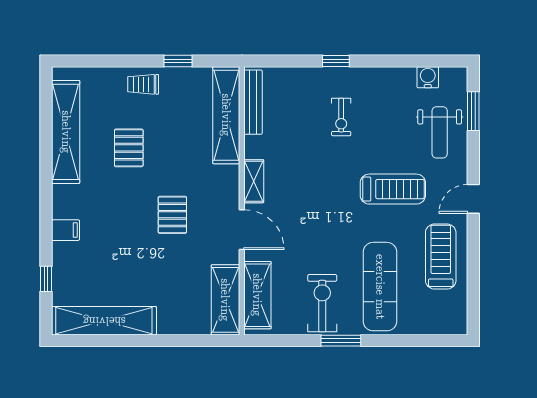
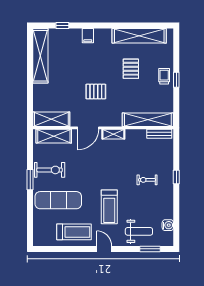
window: (178, 61) -> (176, 80), moved
bench: (253, 102) -> (159, 134), width x0.73
weight bench: (440, 132) -> (139, 231), turned 180
pallet: (129, 148) -> (131, 69), turned 90

